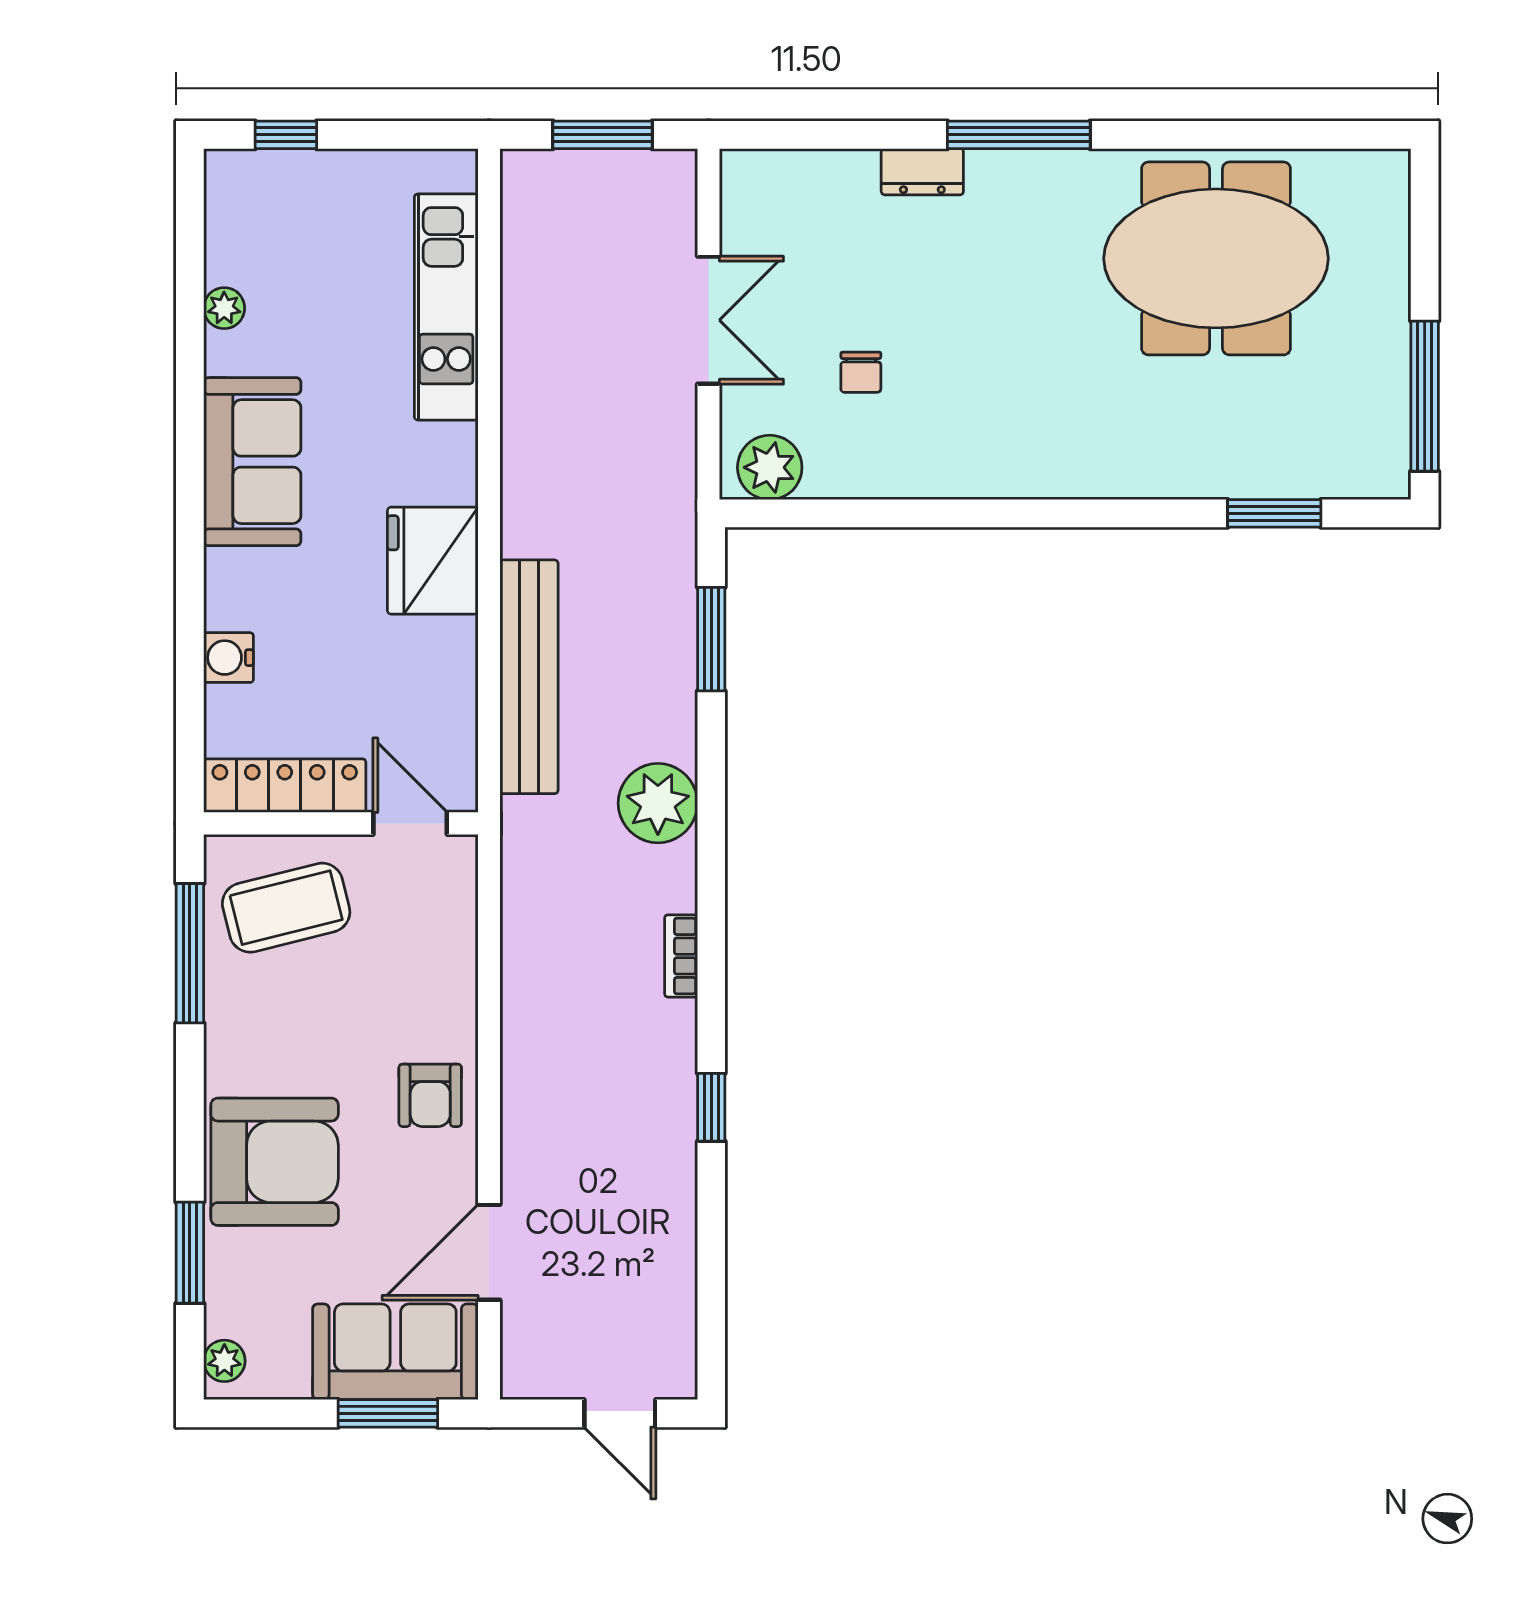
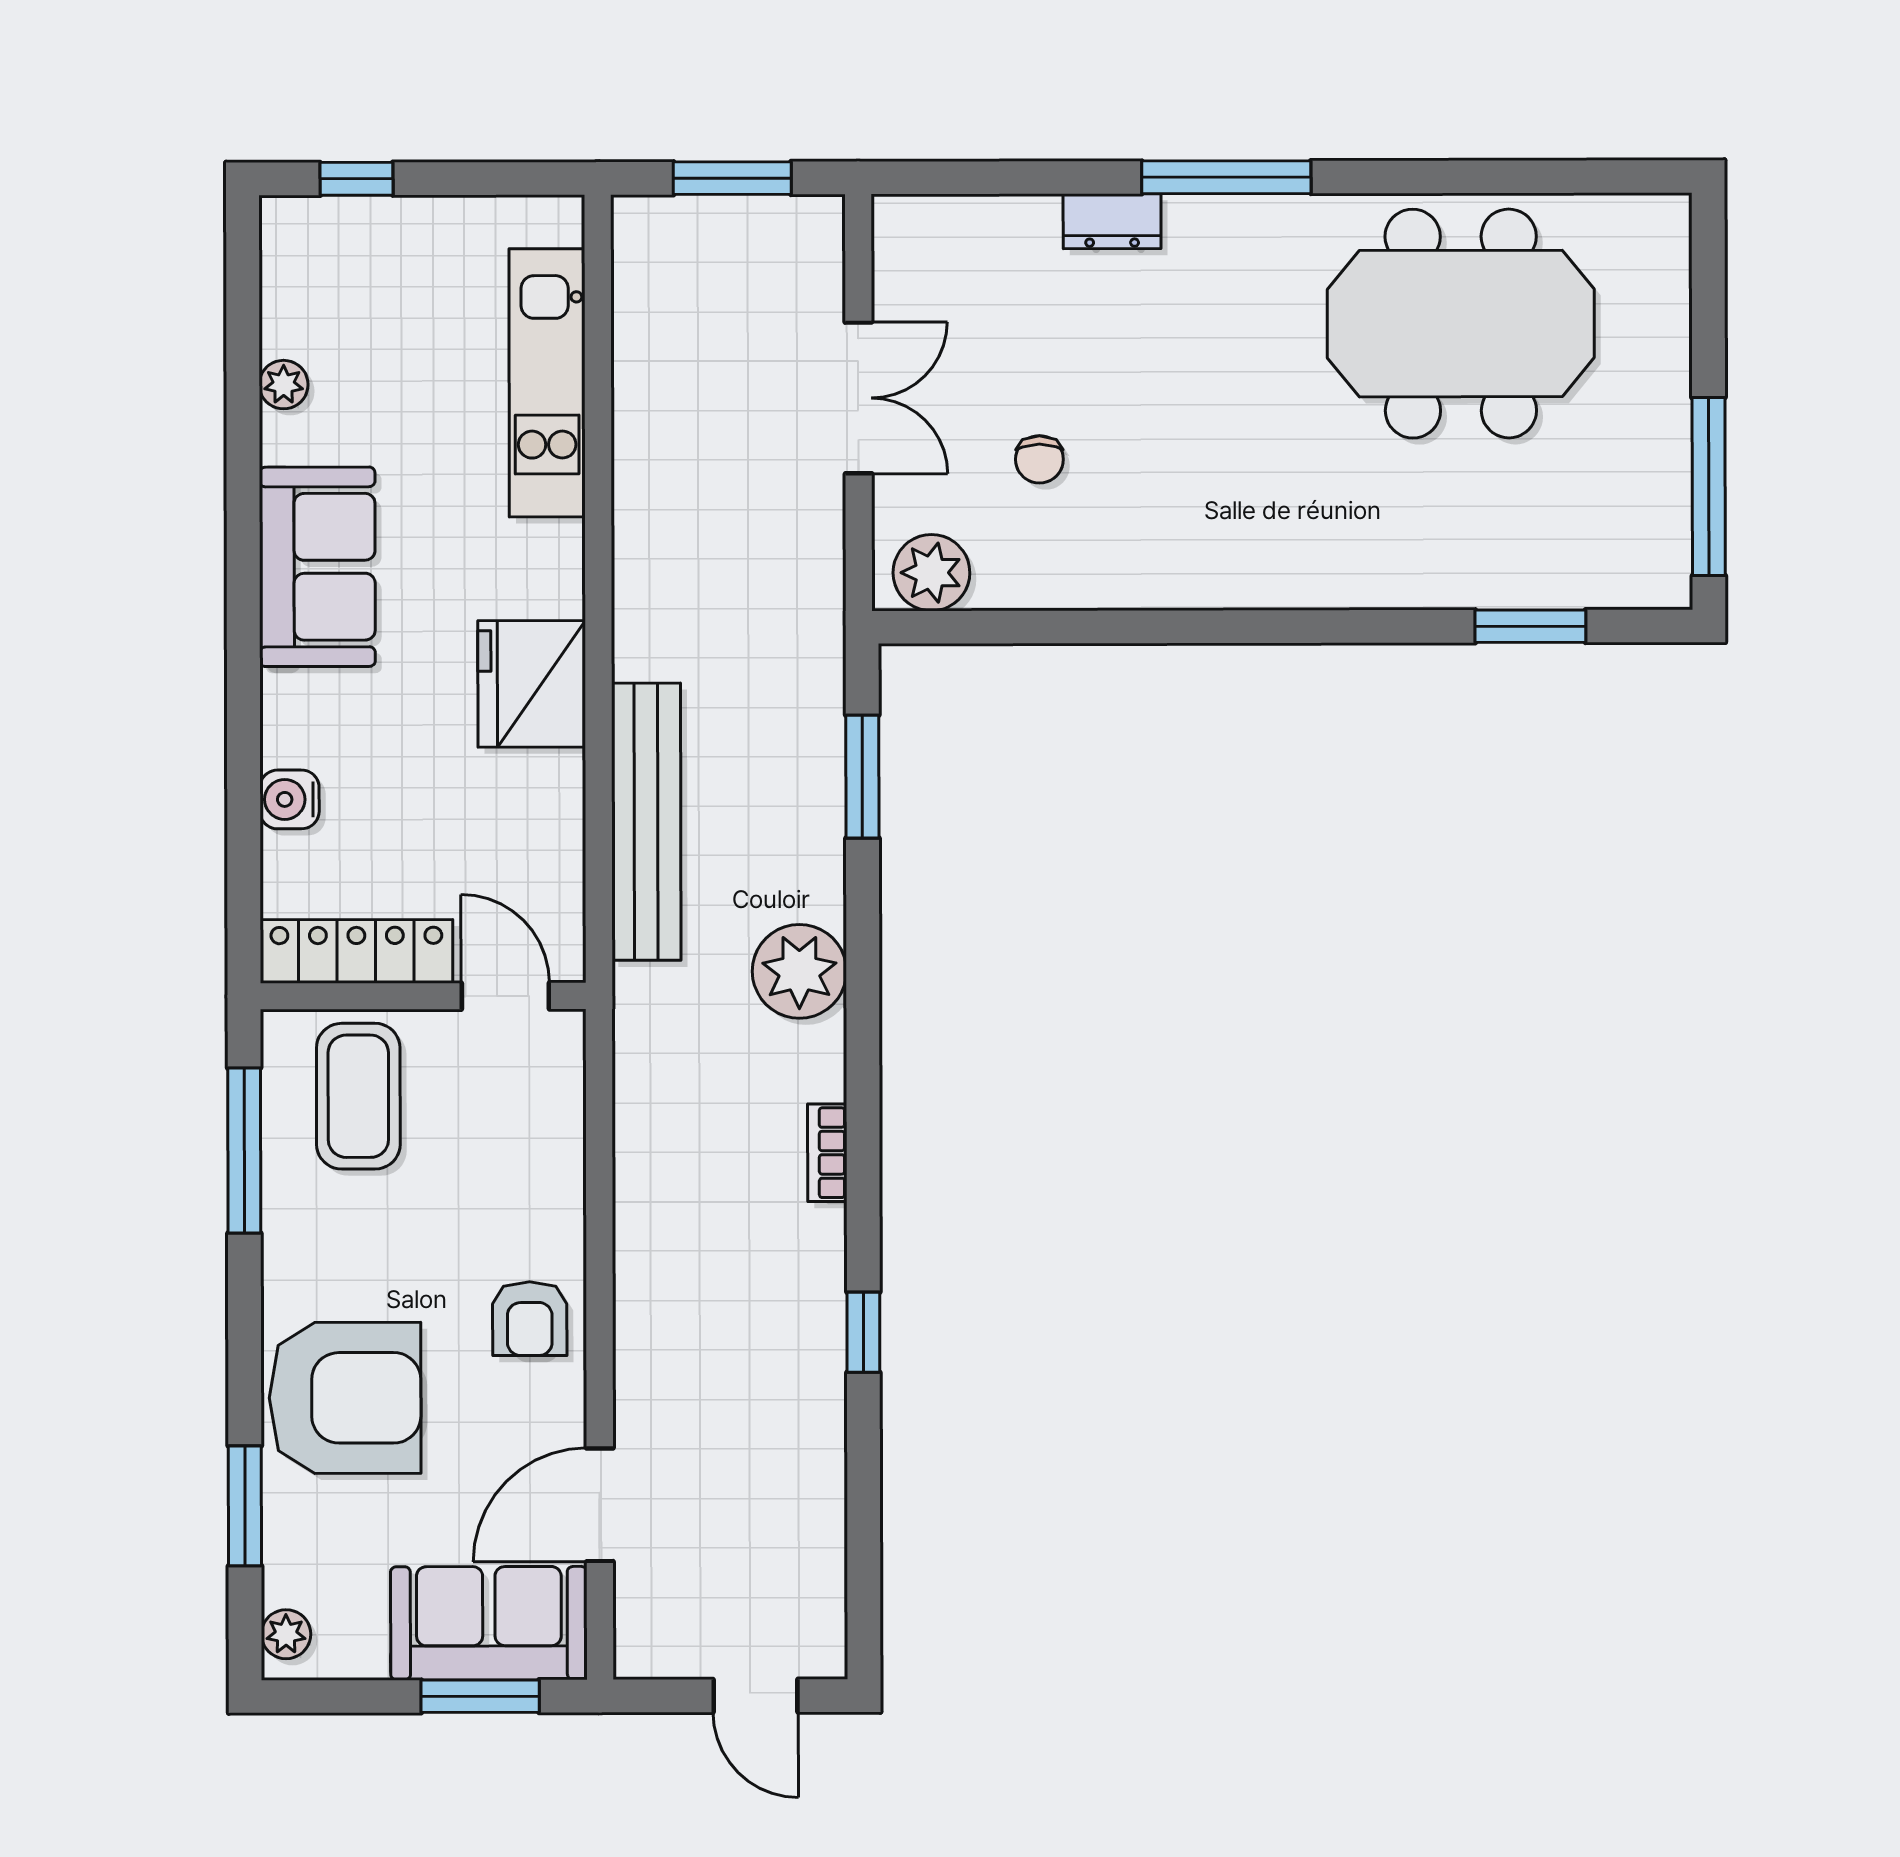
coffee table: (286, 908) -> (358, 1096), turned -76

